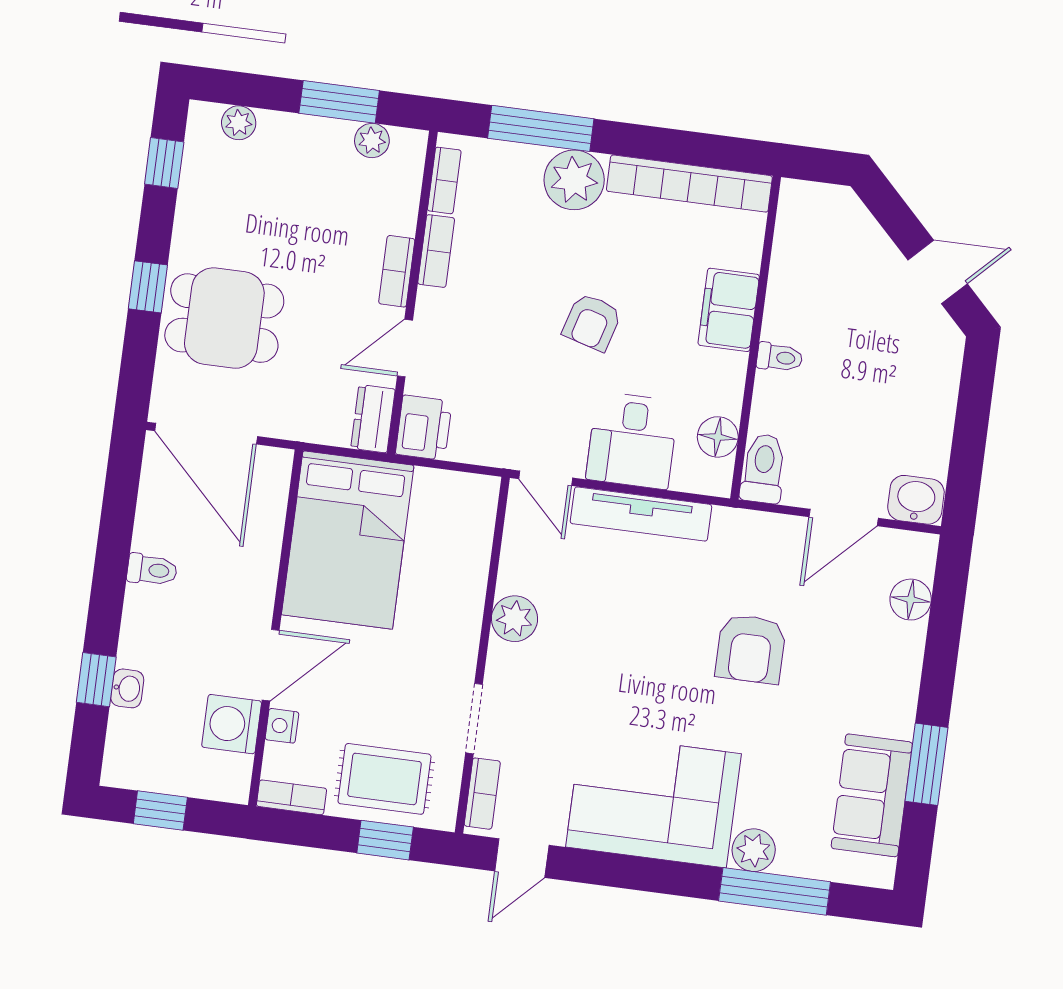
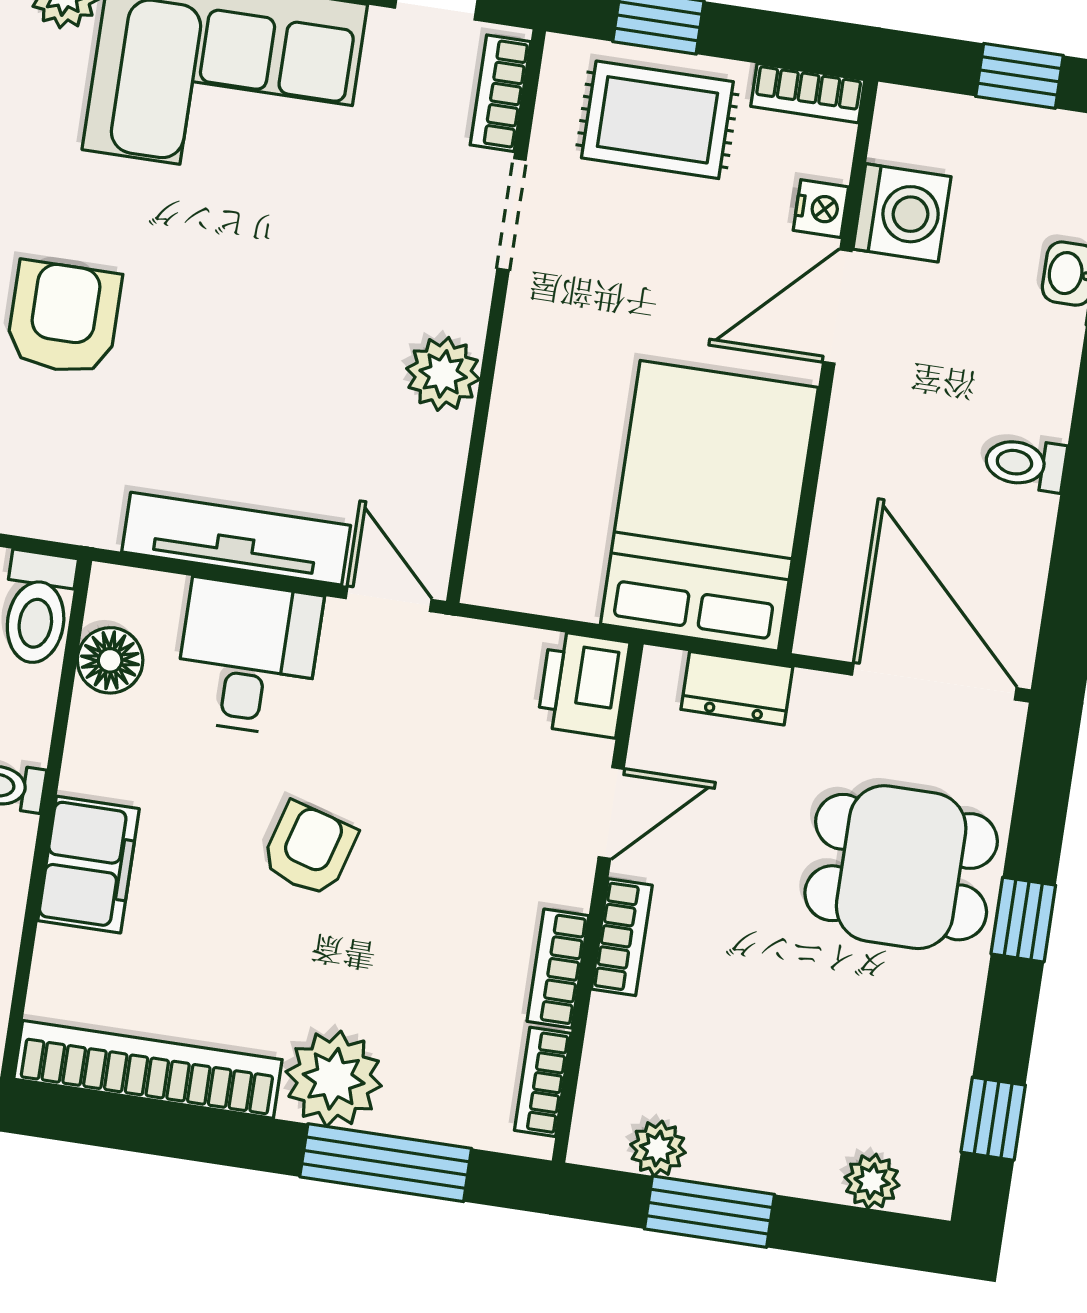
dresser: (373, 419) -> (737, 688), moved, turned 90

